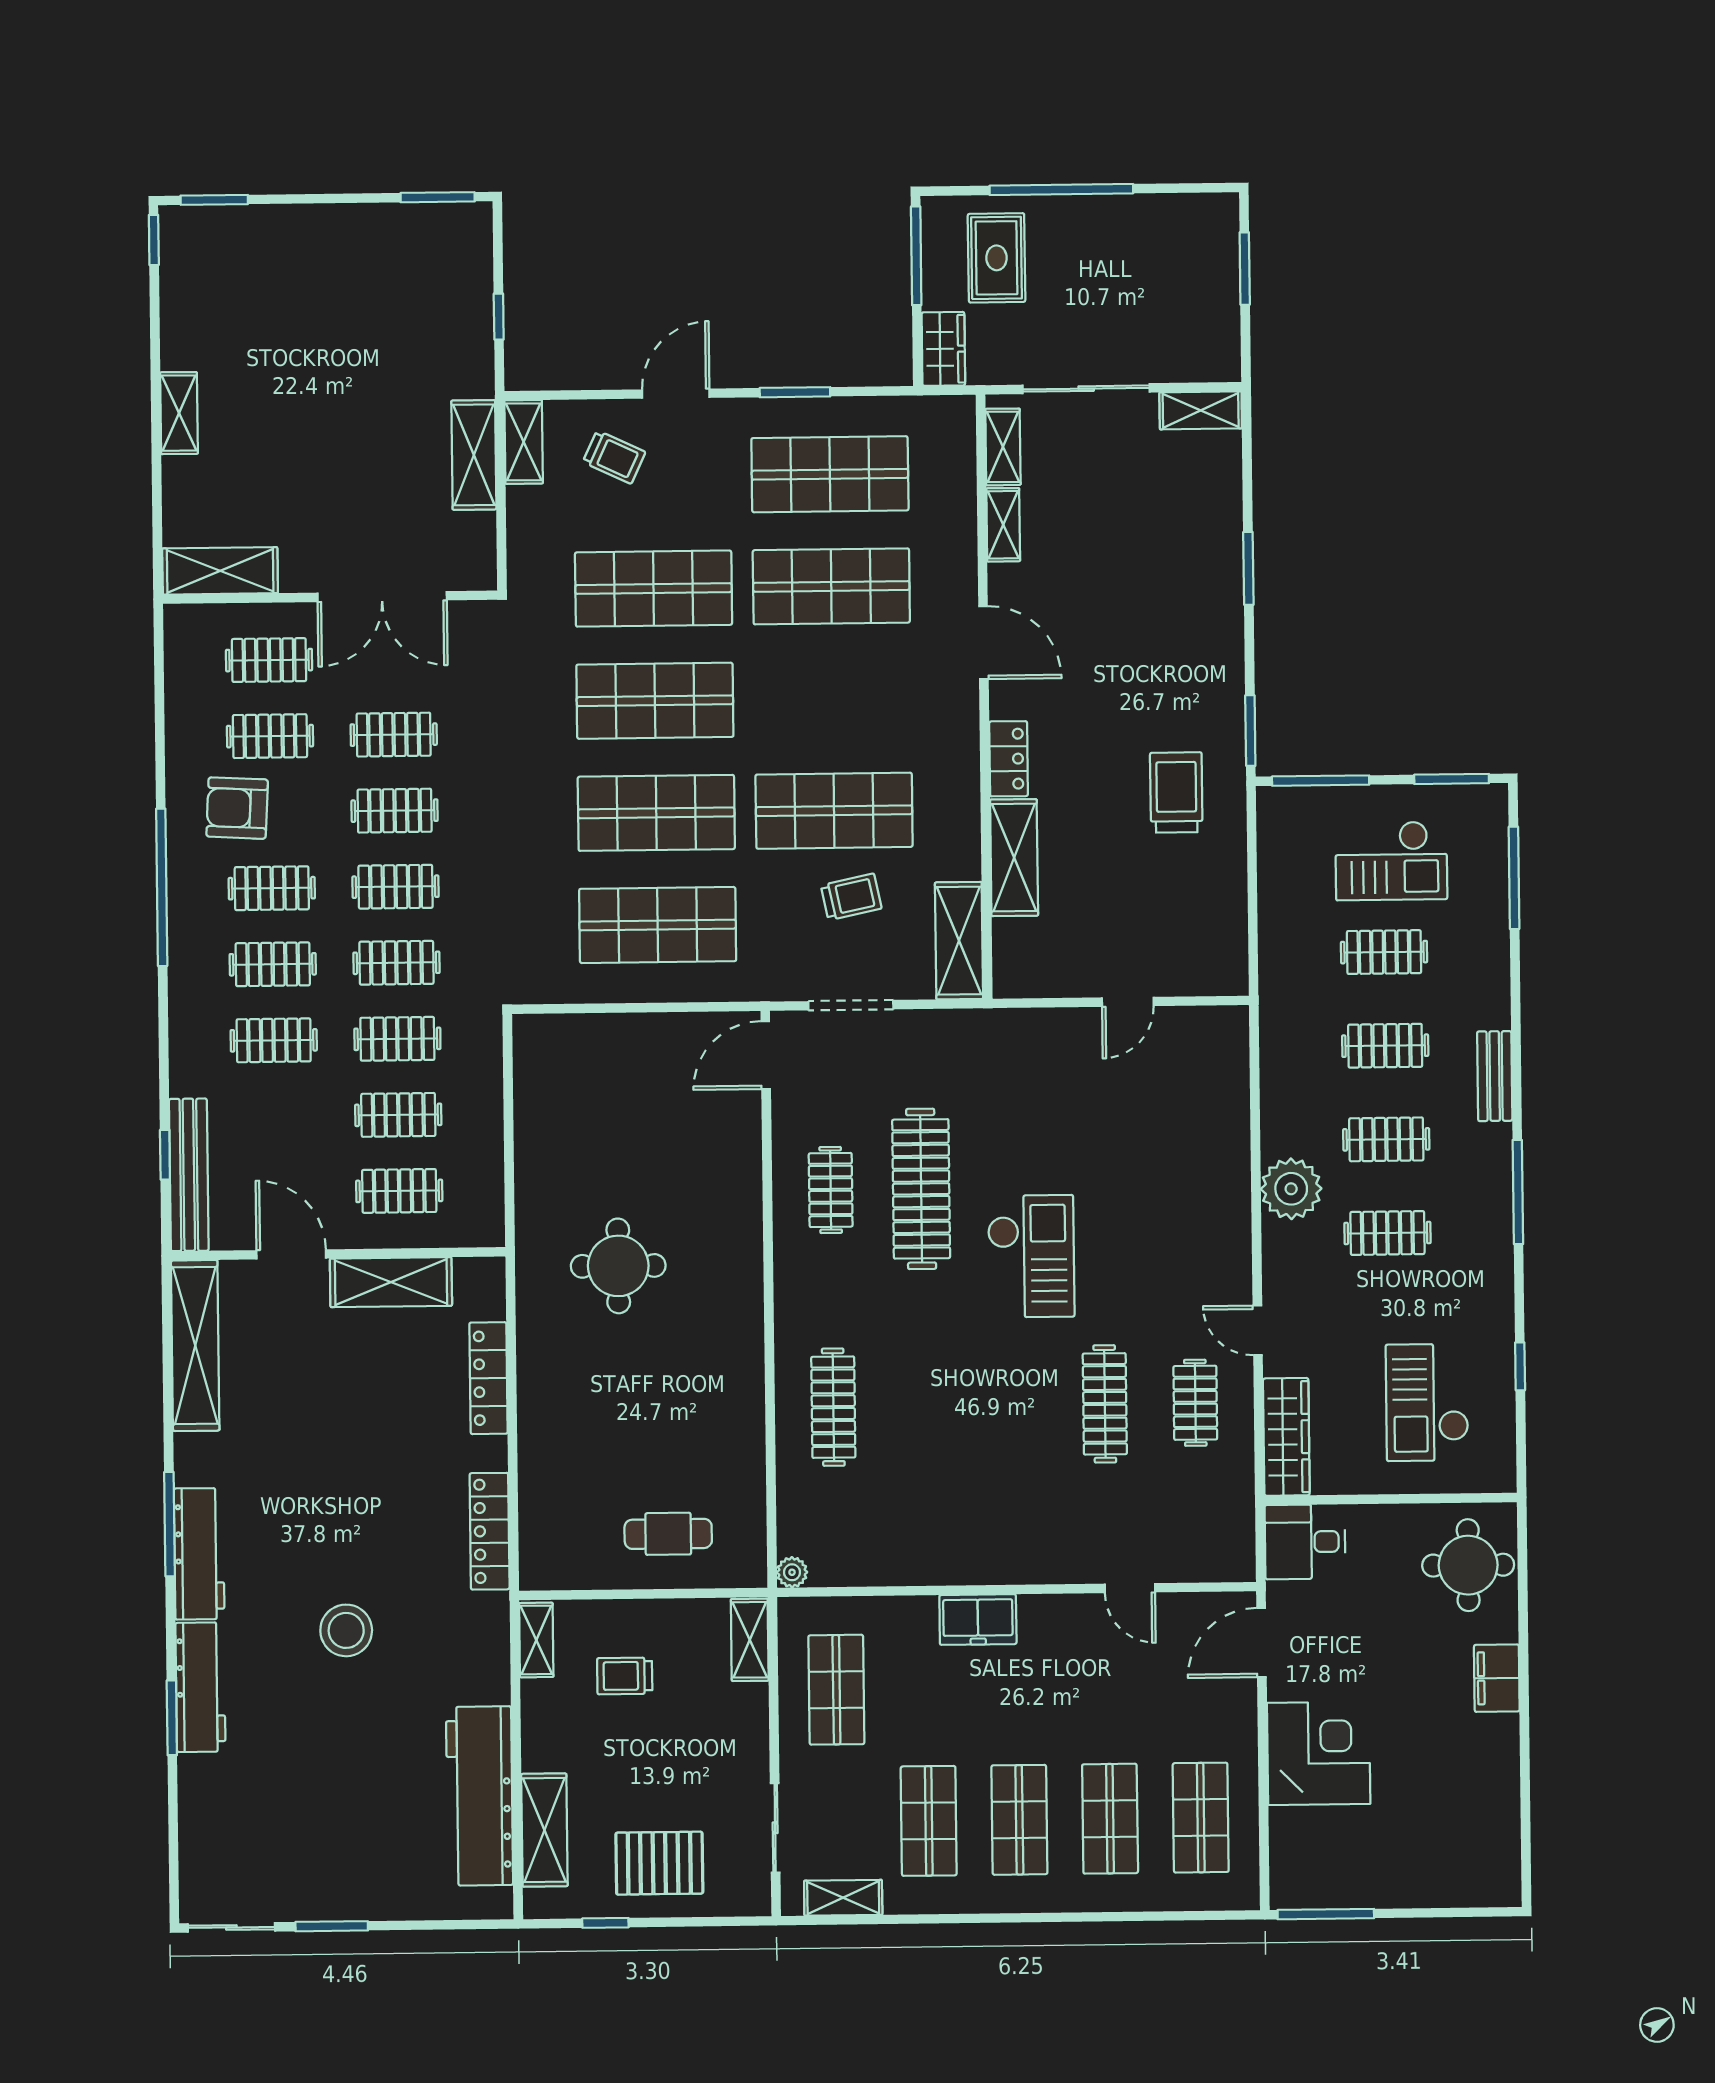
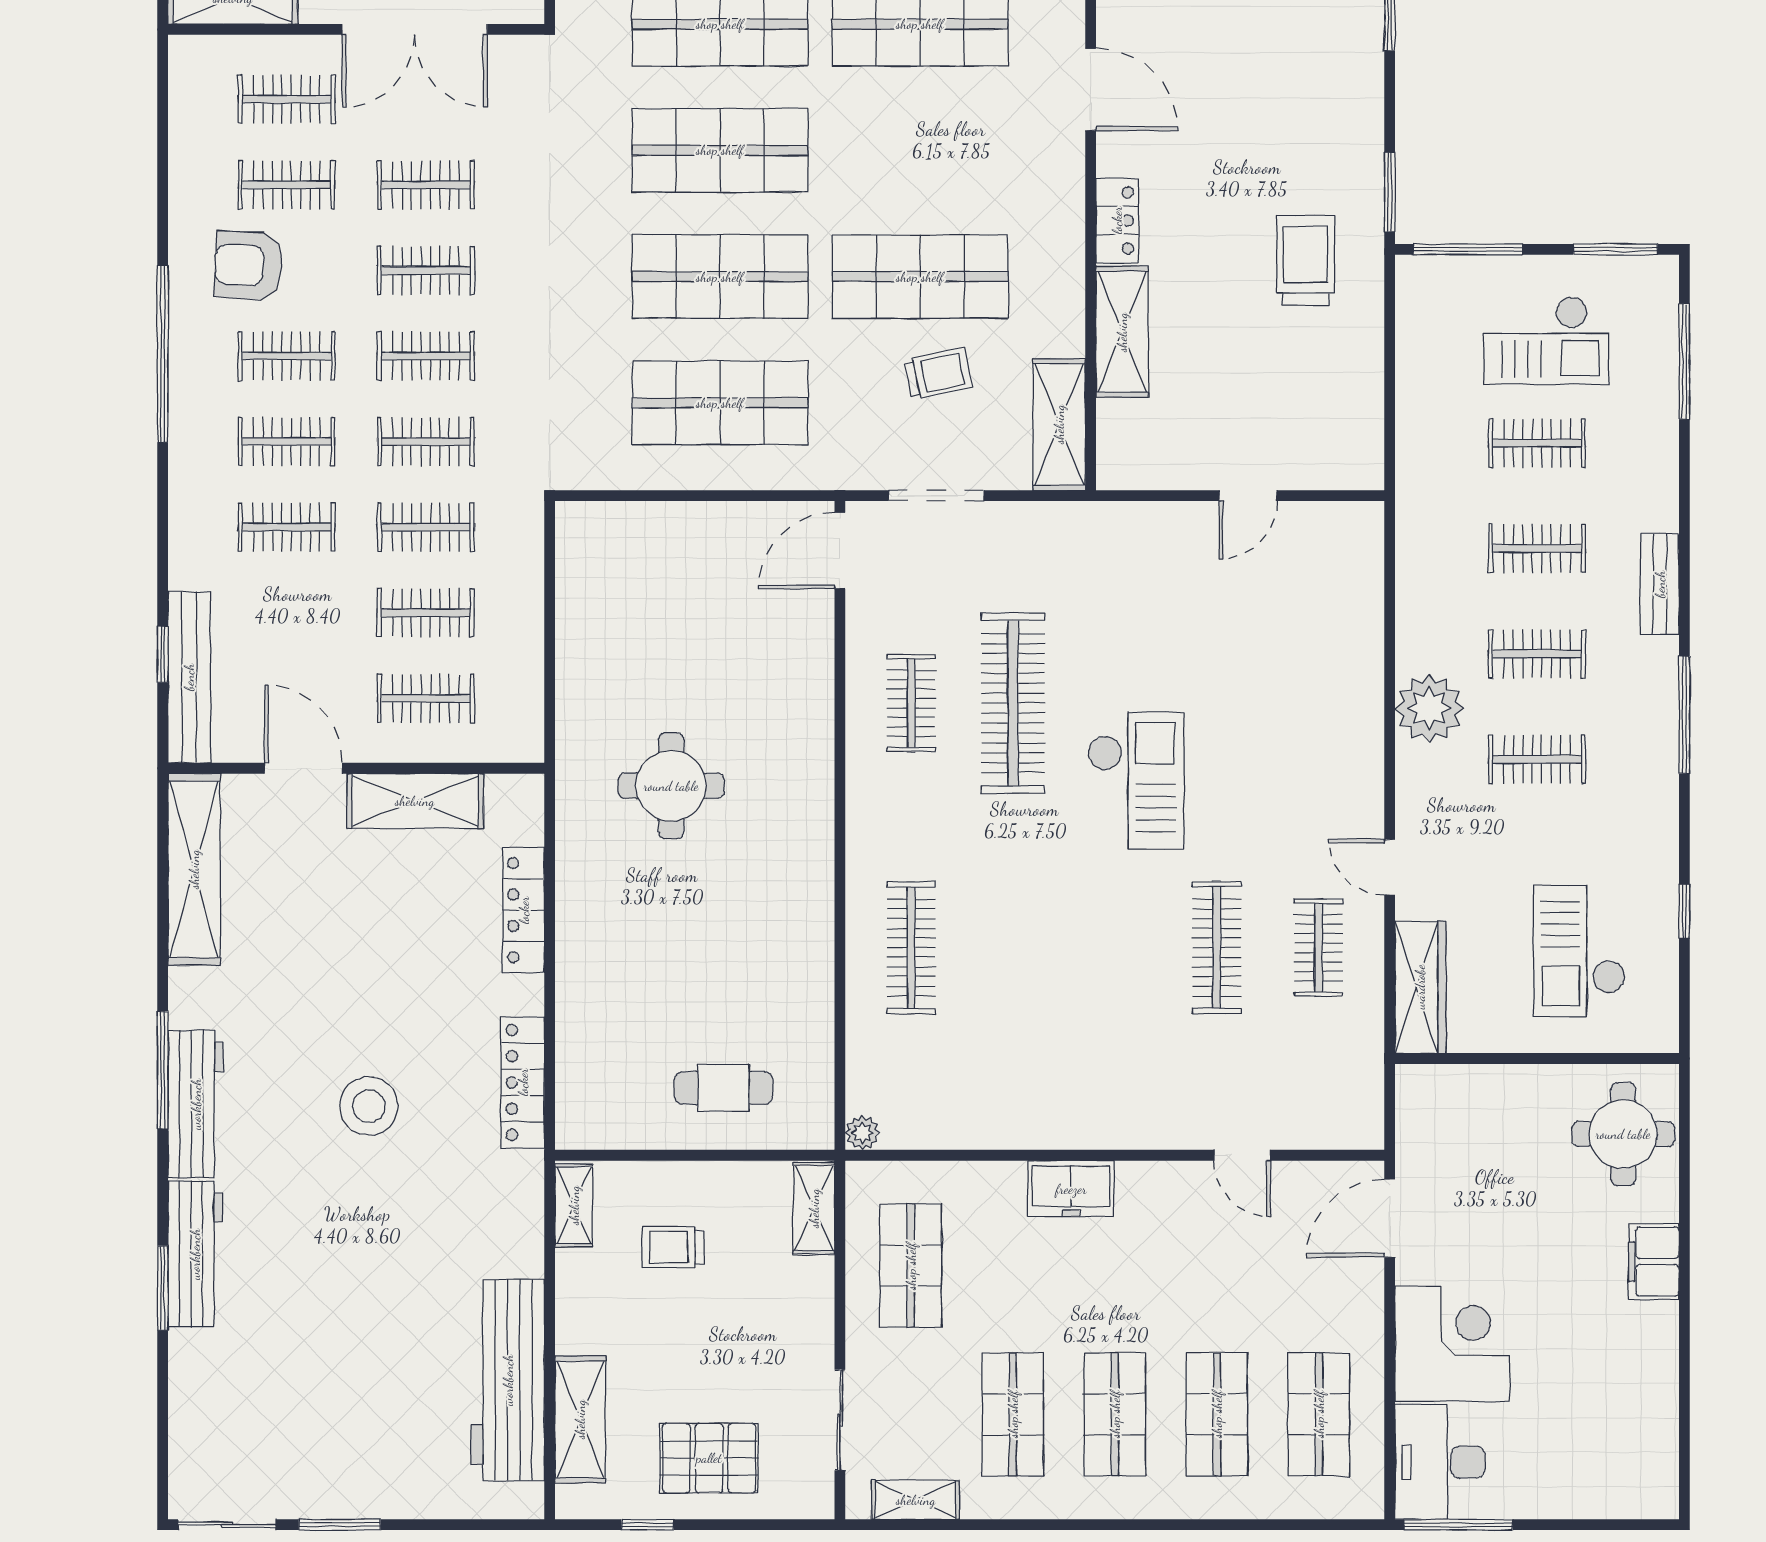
desk: (1305, 1542) -> (1440, 1462), moved, width x1.37
stool: (346, 1630) -> (369, 1106), moved

